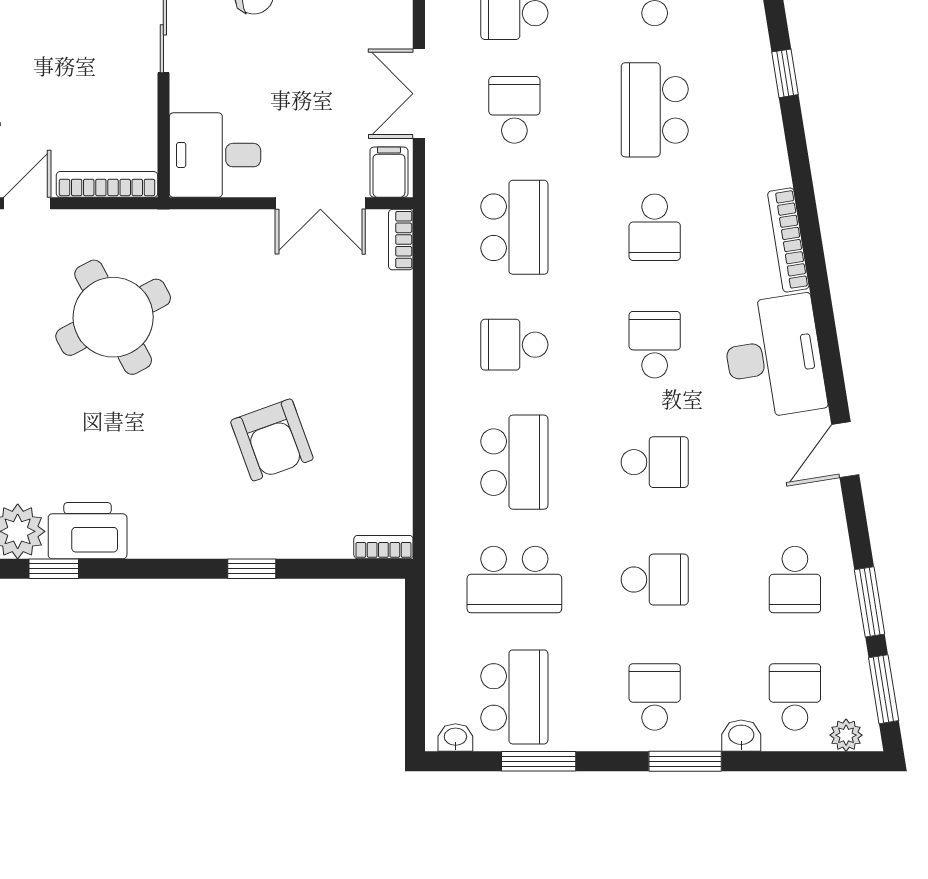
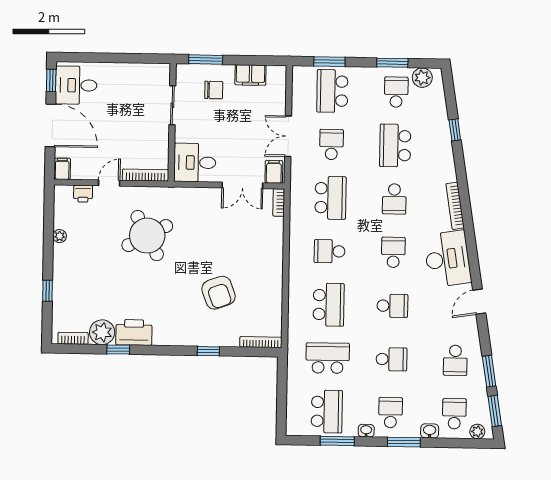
bookcase: (383, 547) -> (261, 342), width x1.56
school desk: (514, 580) -> (328, 358), turned 180
washbasin: (455, 737) -> (366, 431), moved

